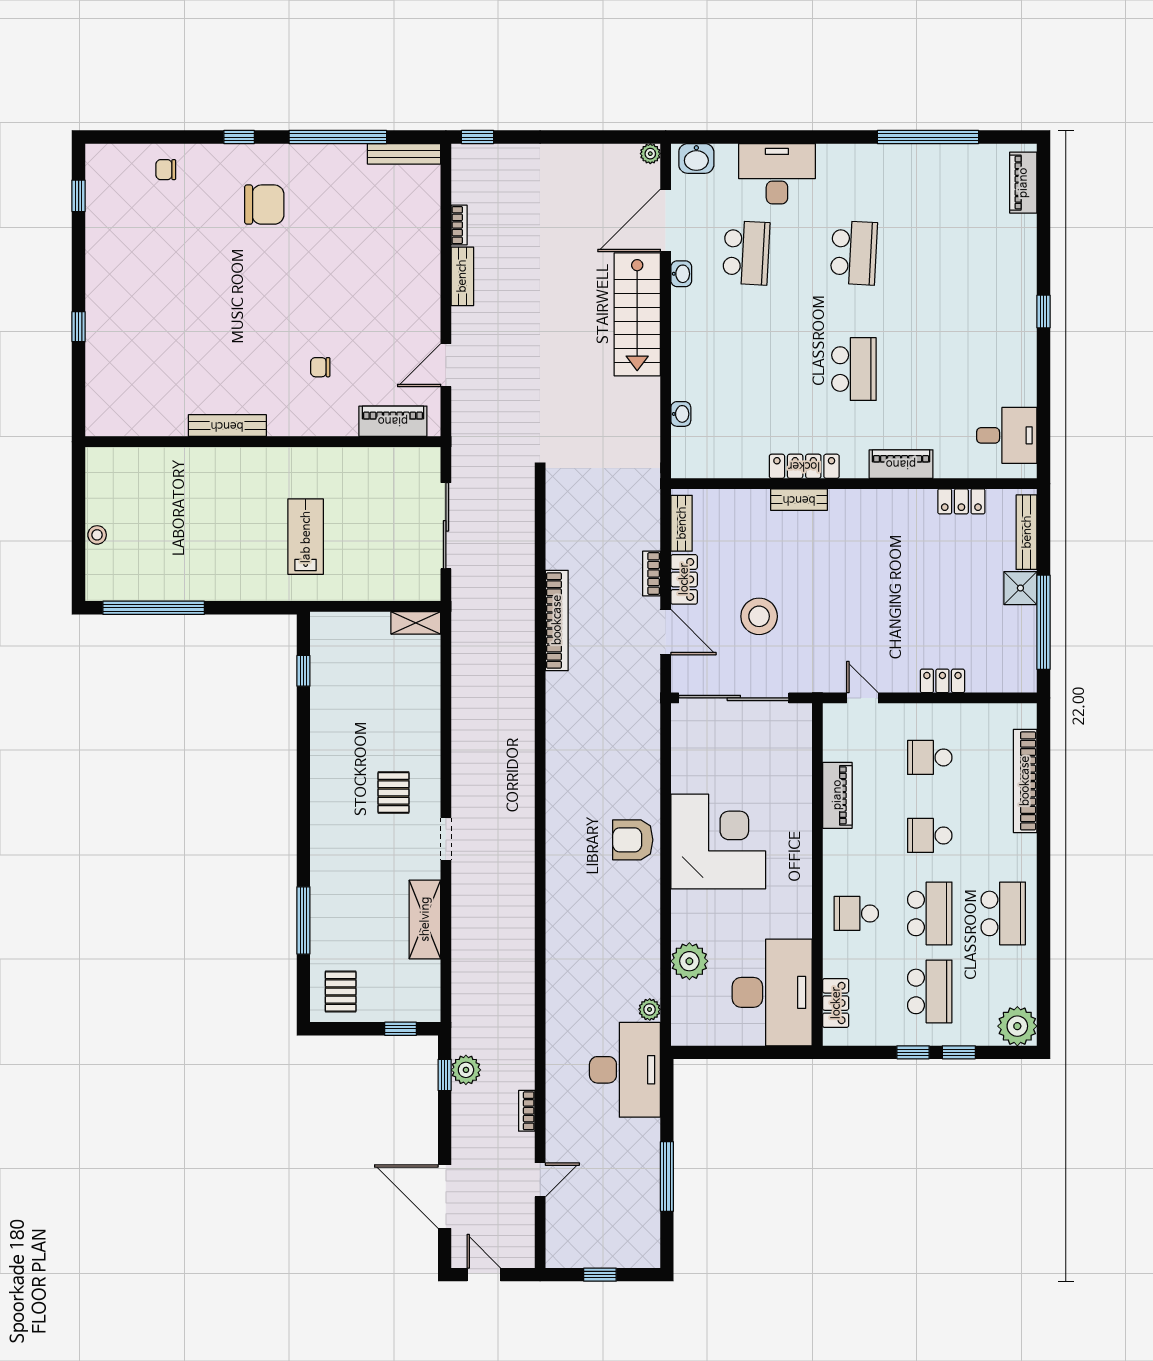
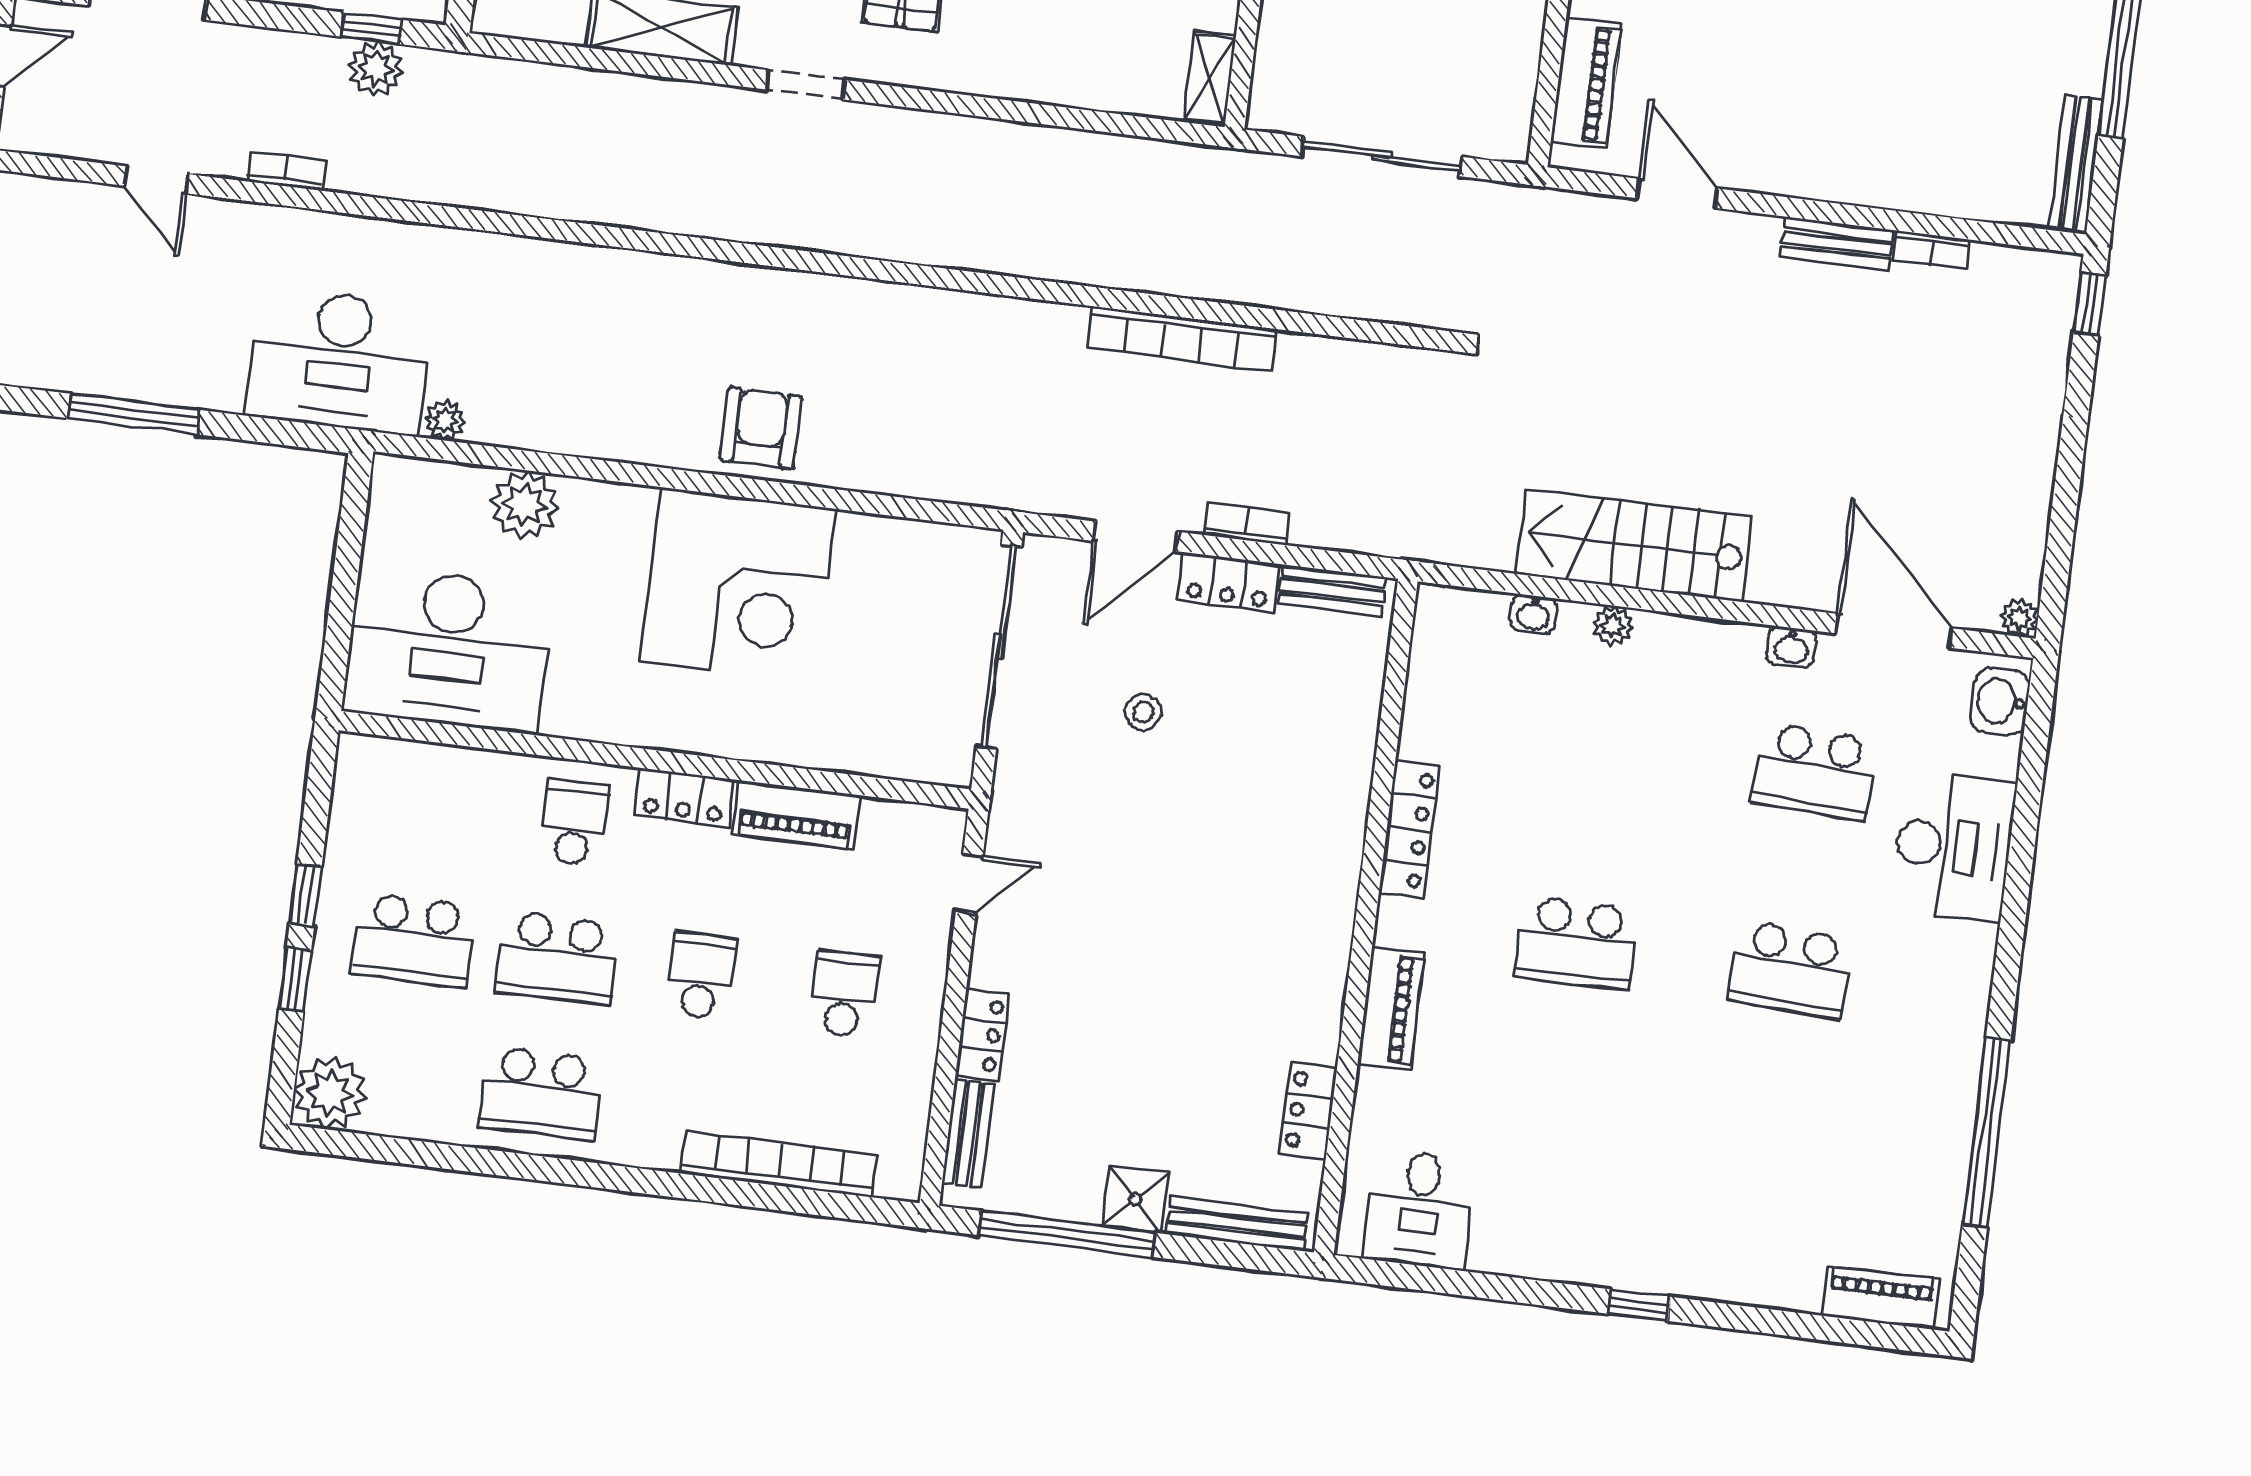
stairs: (637, 314) -> (1634, 545), moved
plant: (682, 371) -> (1613, 626), added
bench: (799, 500) -> (968, 1133), moved
stool: (759, 616) -> (1143, 712), width x0.53, depth x0.53
locker: (836, 1003) -> (684, 798), moved

